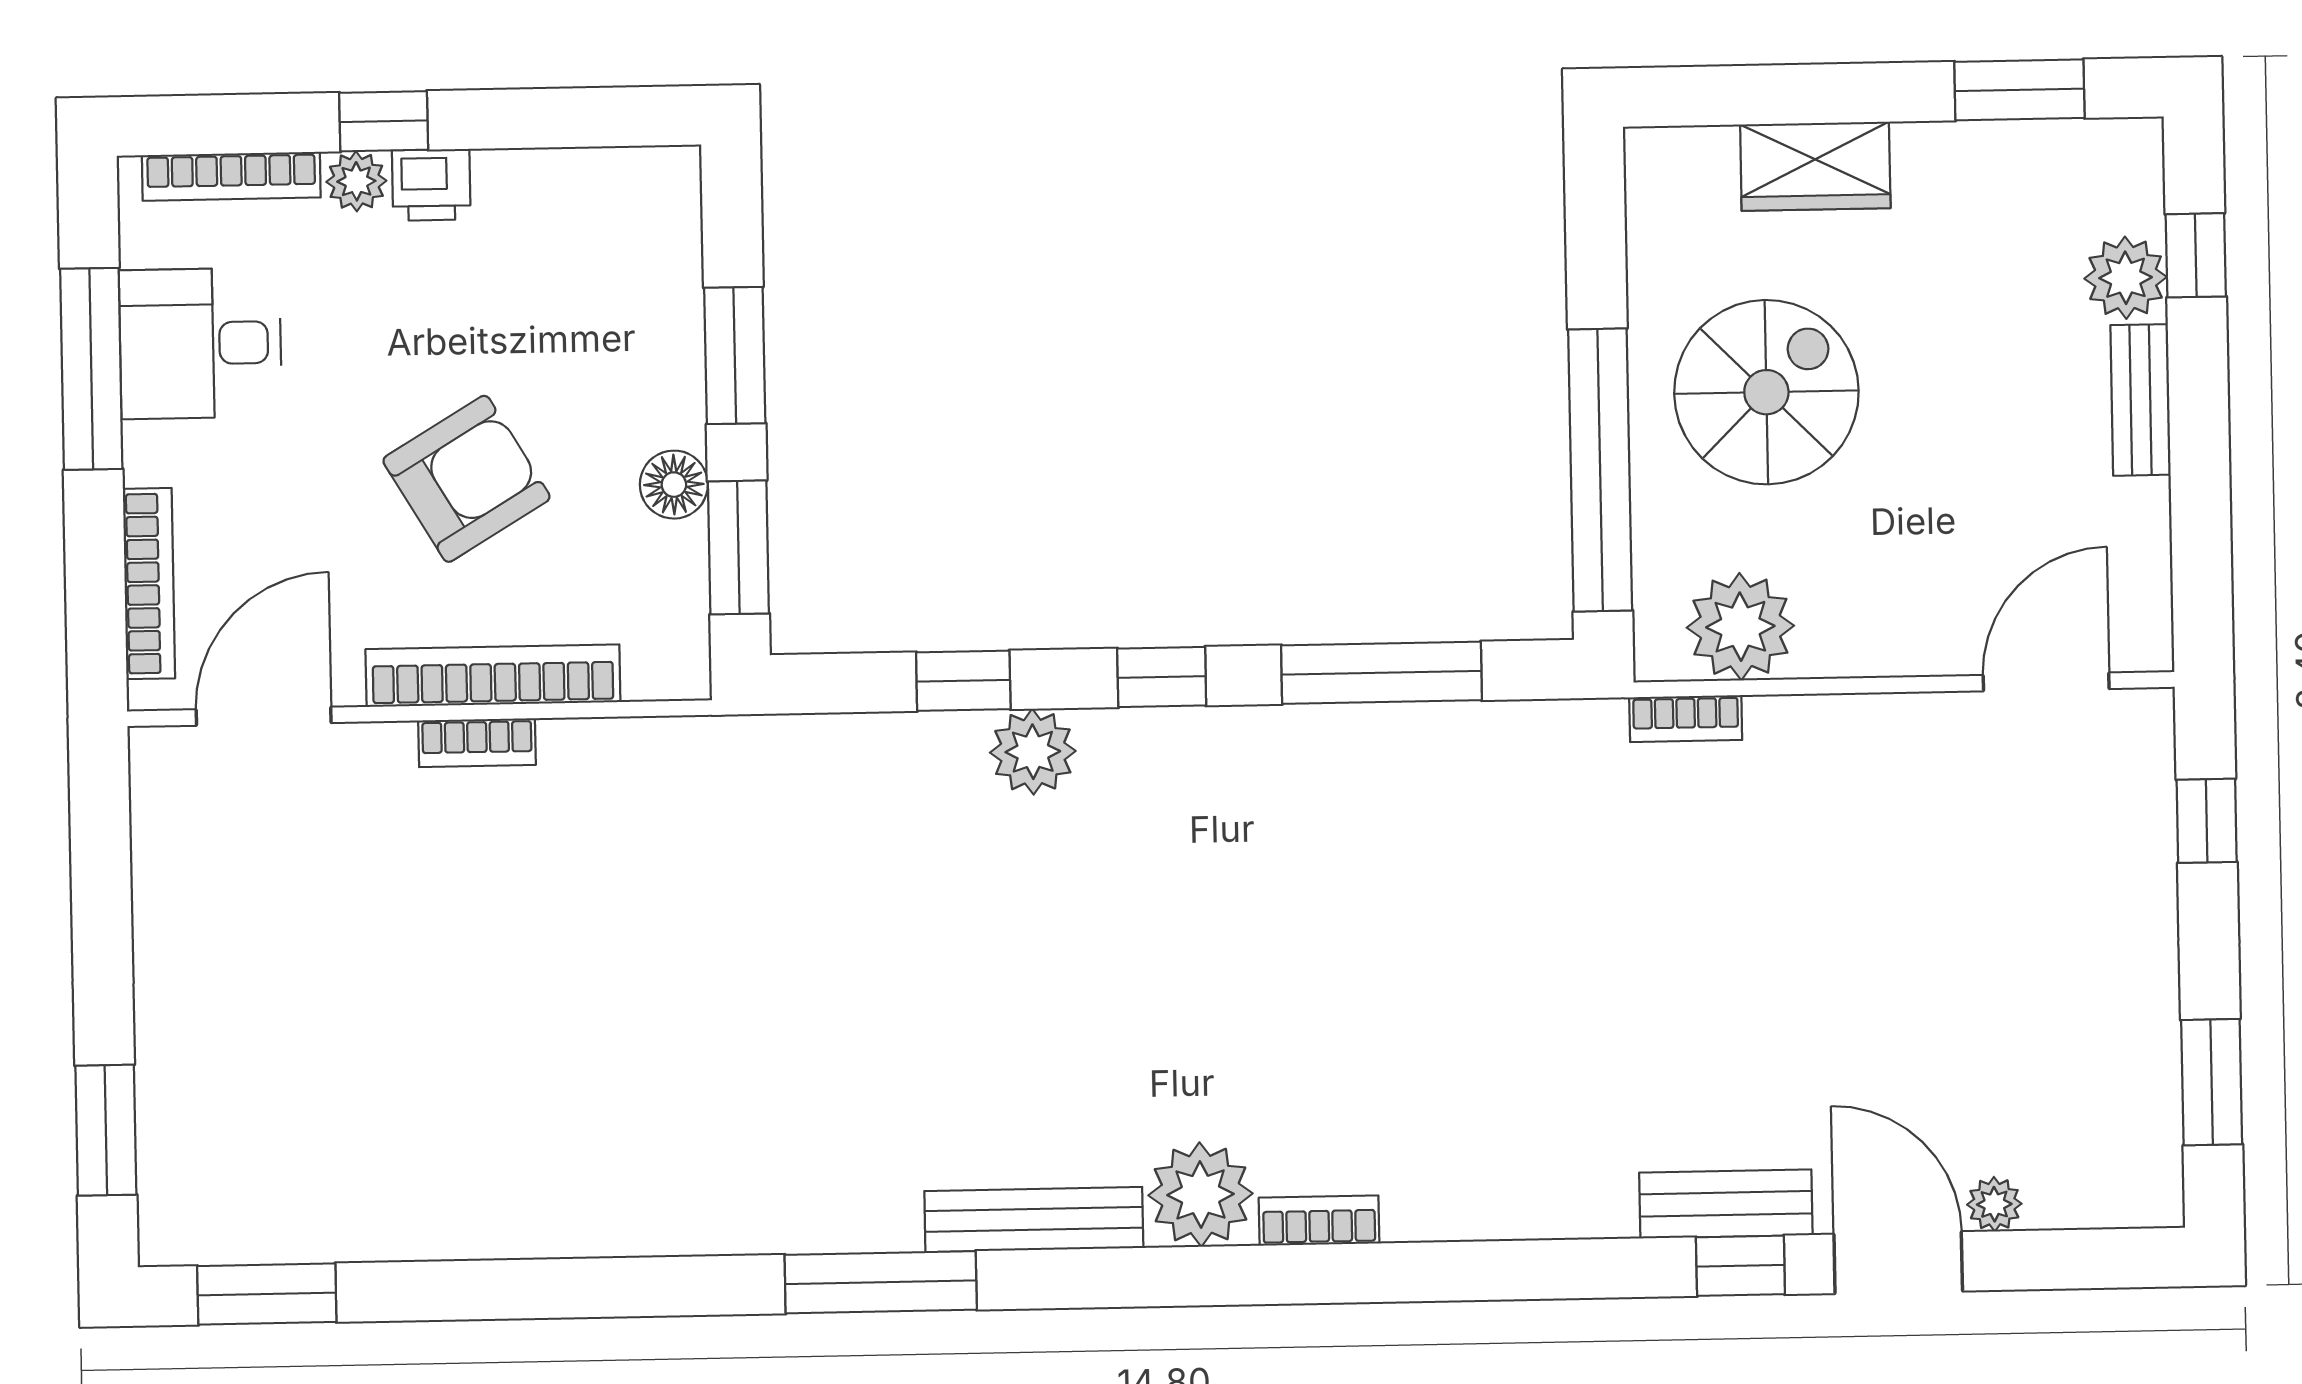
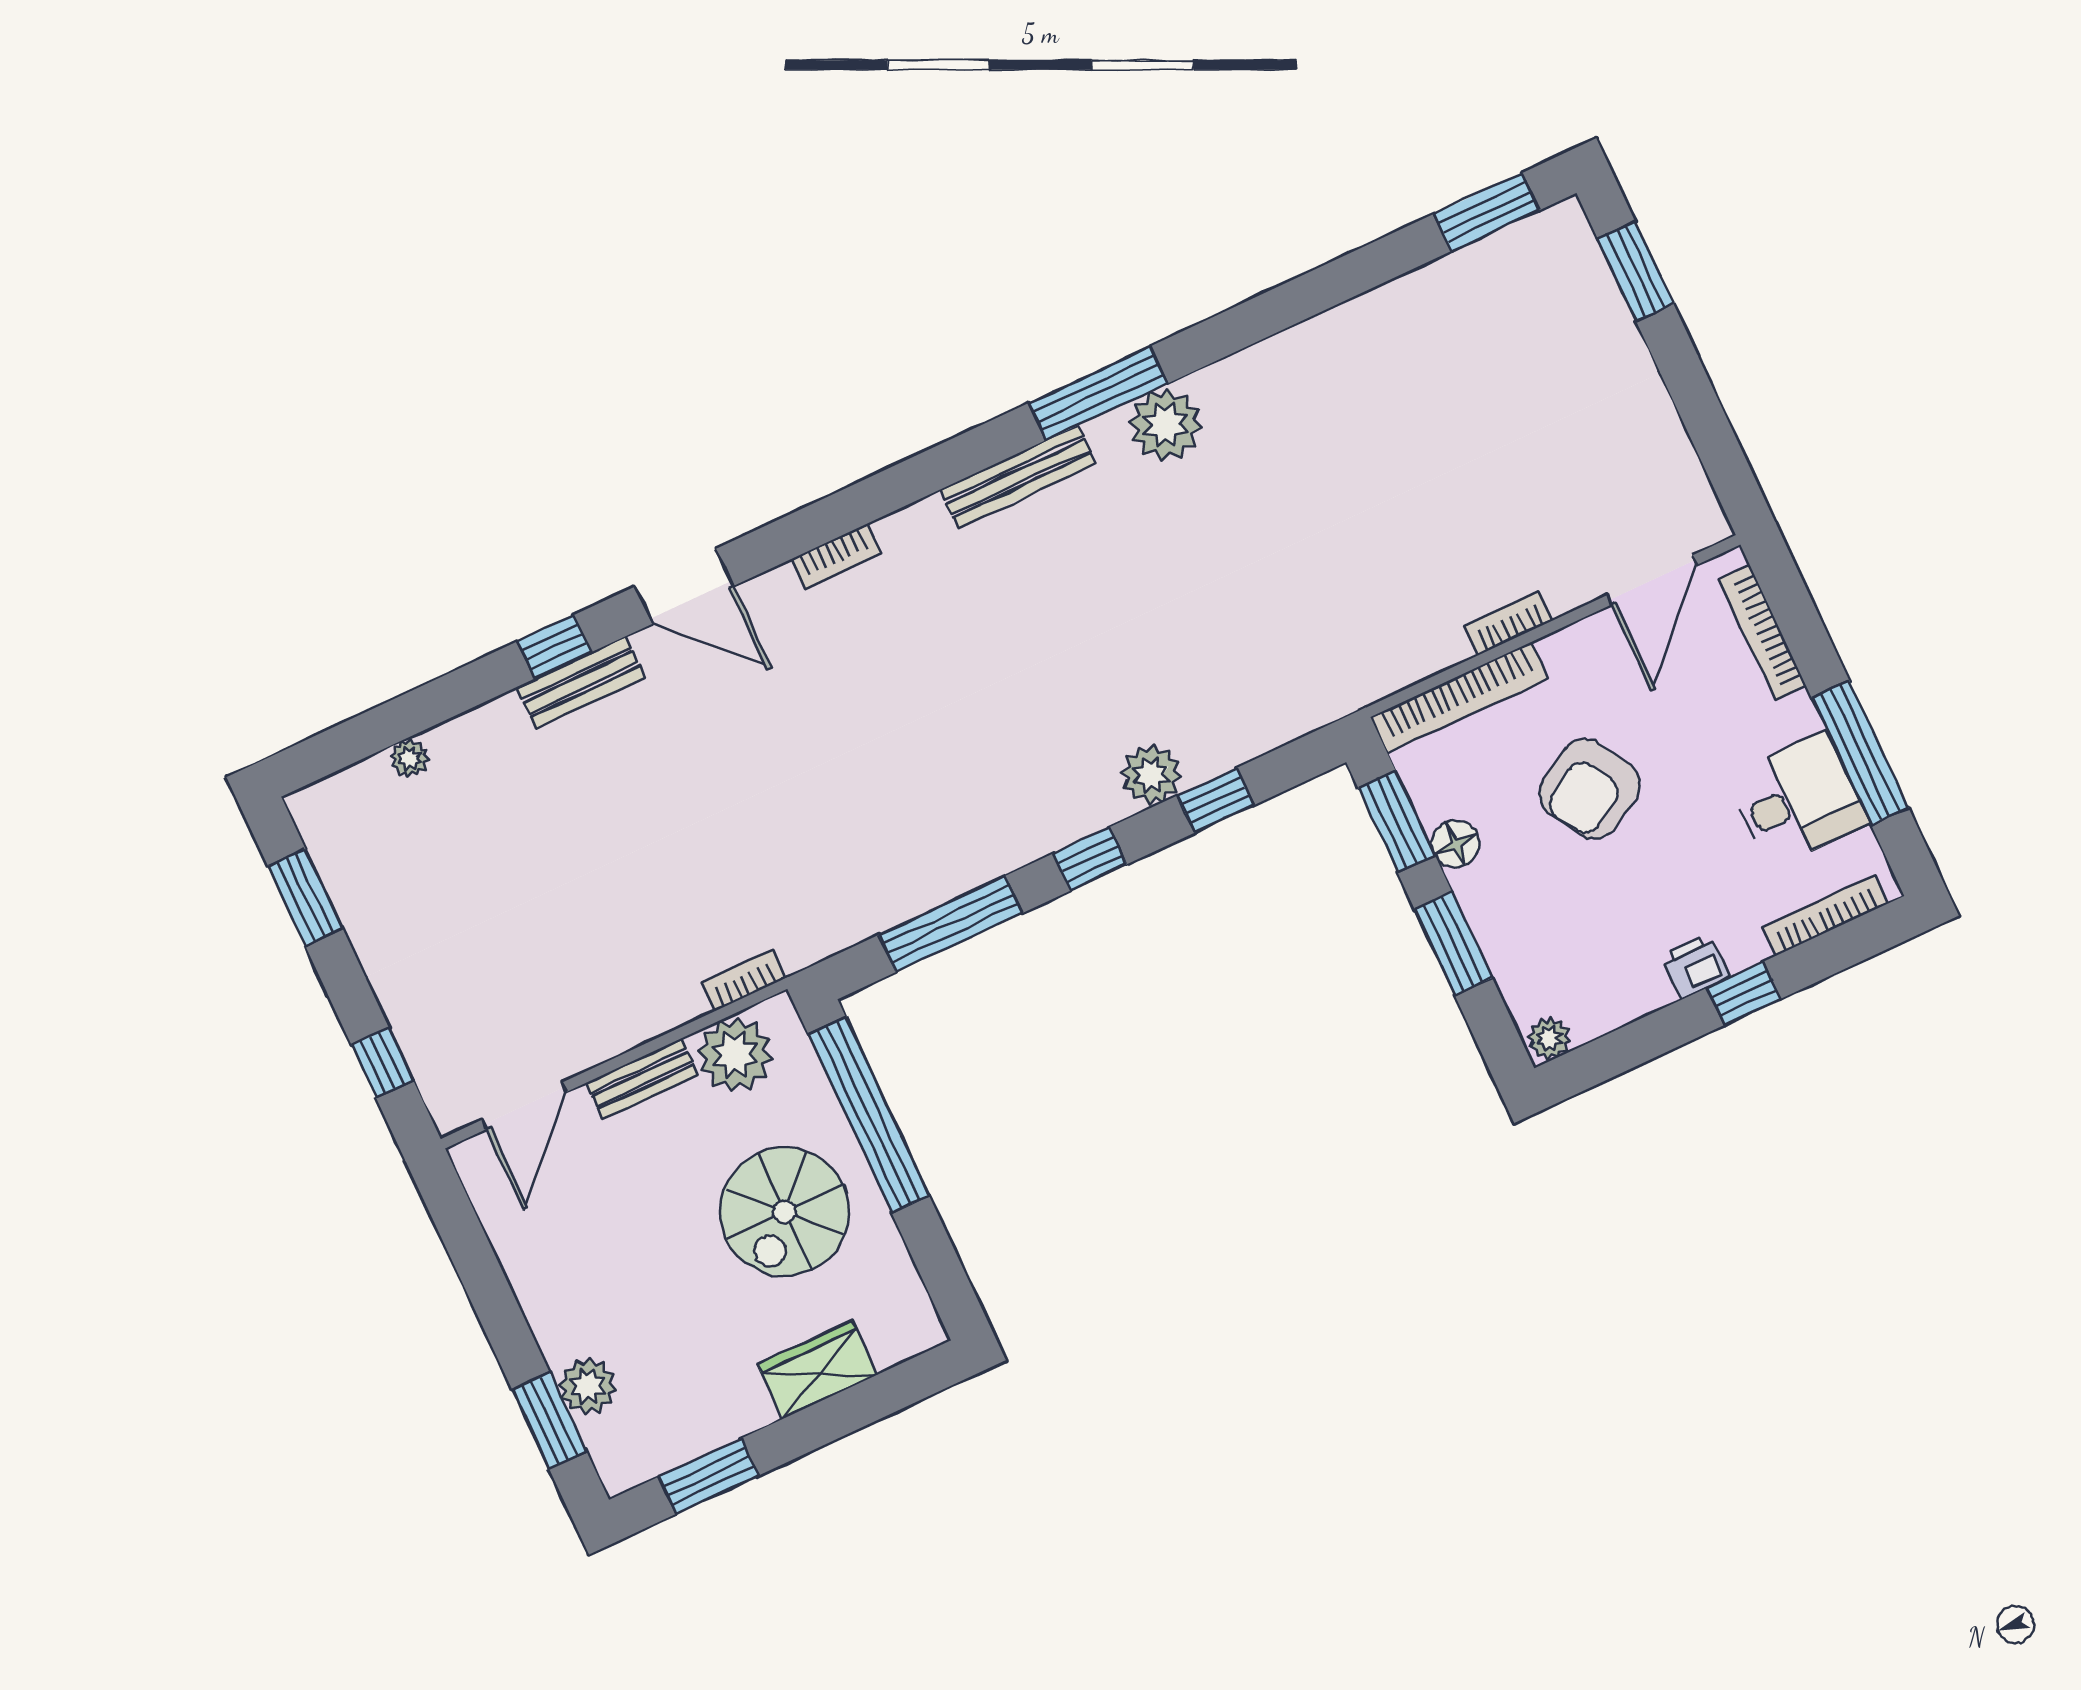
plant: (356, 181) -> (1549, 1038), moved
window: (2196, 255) -> (549, 1420), width x1.50
bench: (2141, 400) -> (642, 1079), moved, turned 90
bookcase: (493, 676) -> (1459, 698), moved
plant: (1200, 1194) -> (1165, 425), moved
door: (1898, 1263) -> (684, 586), moved

